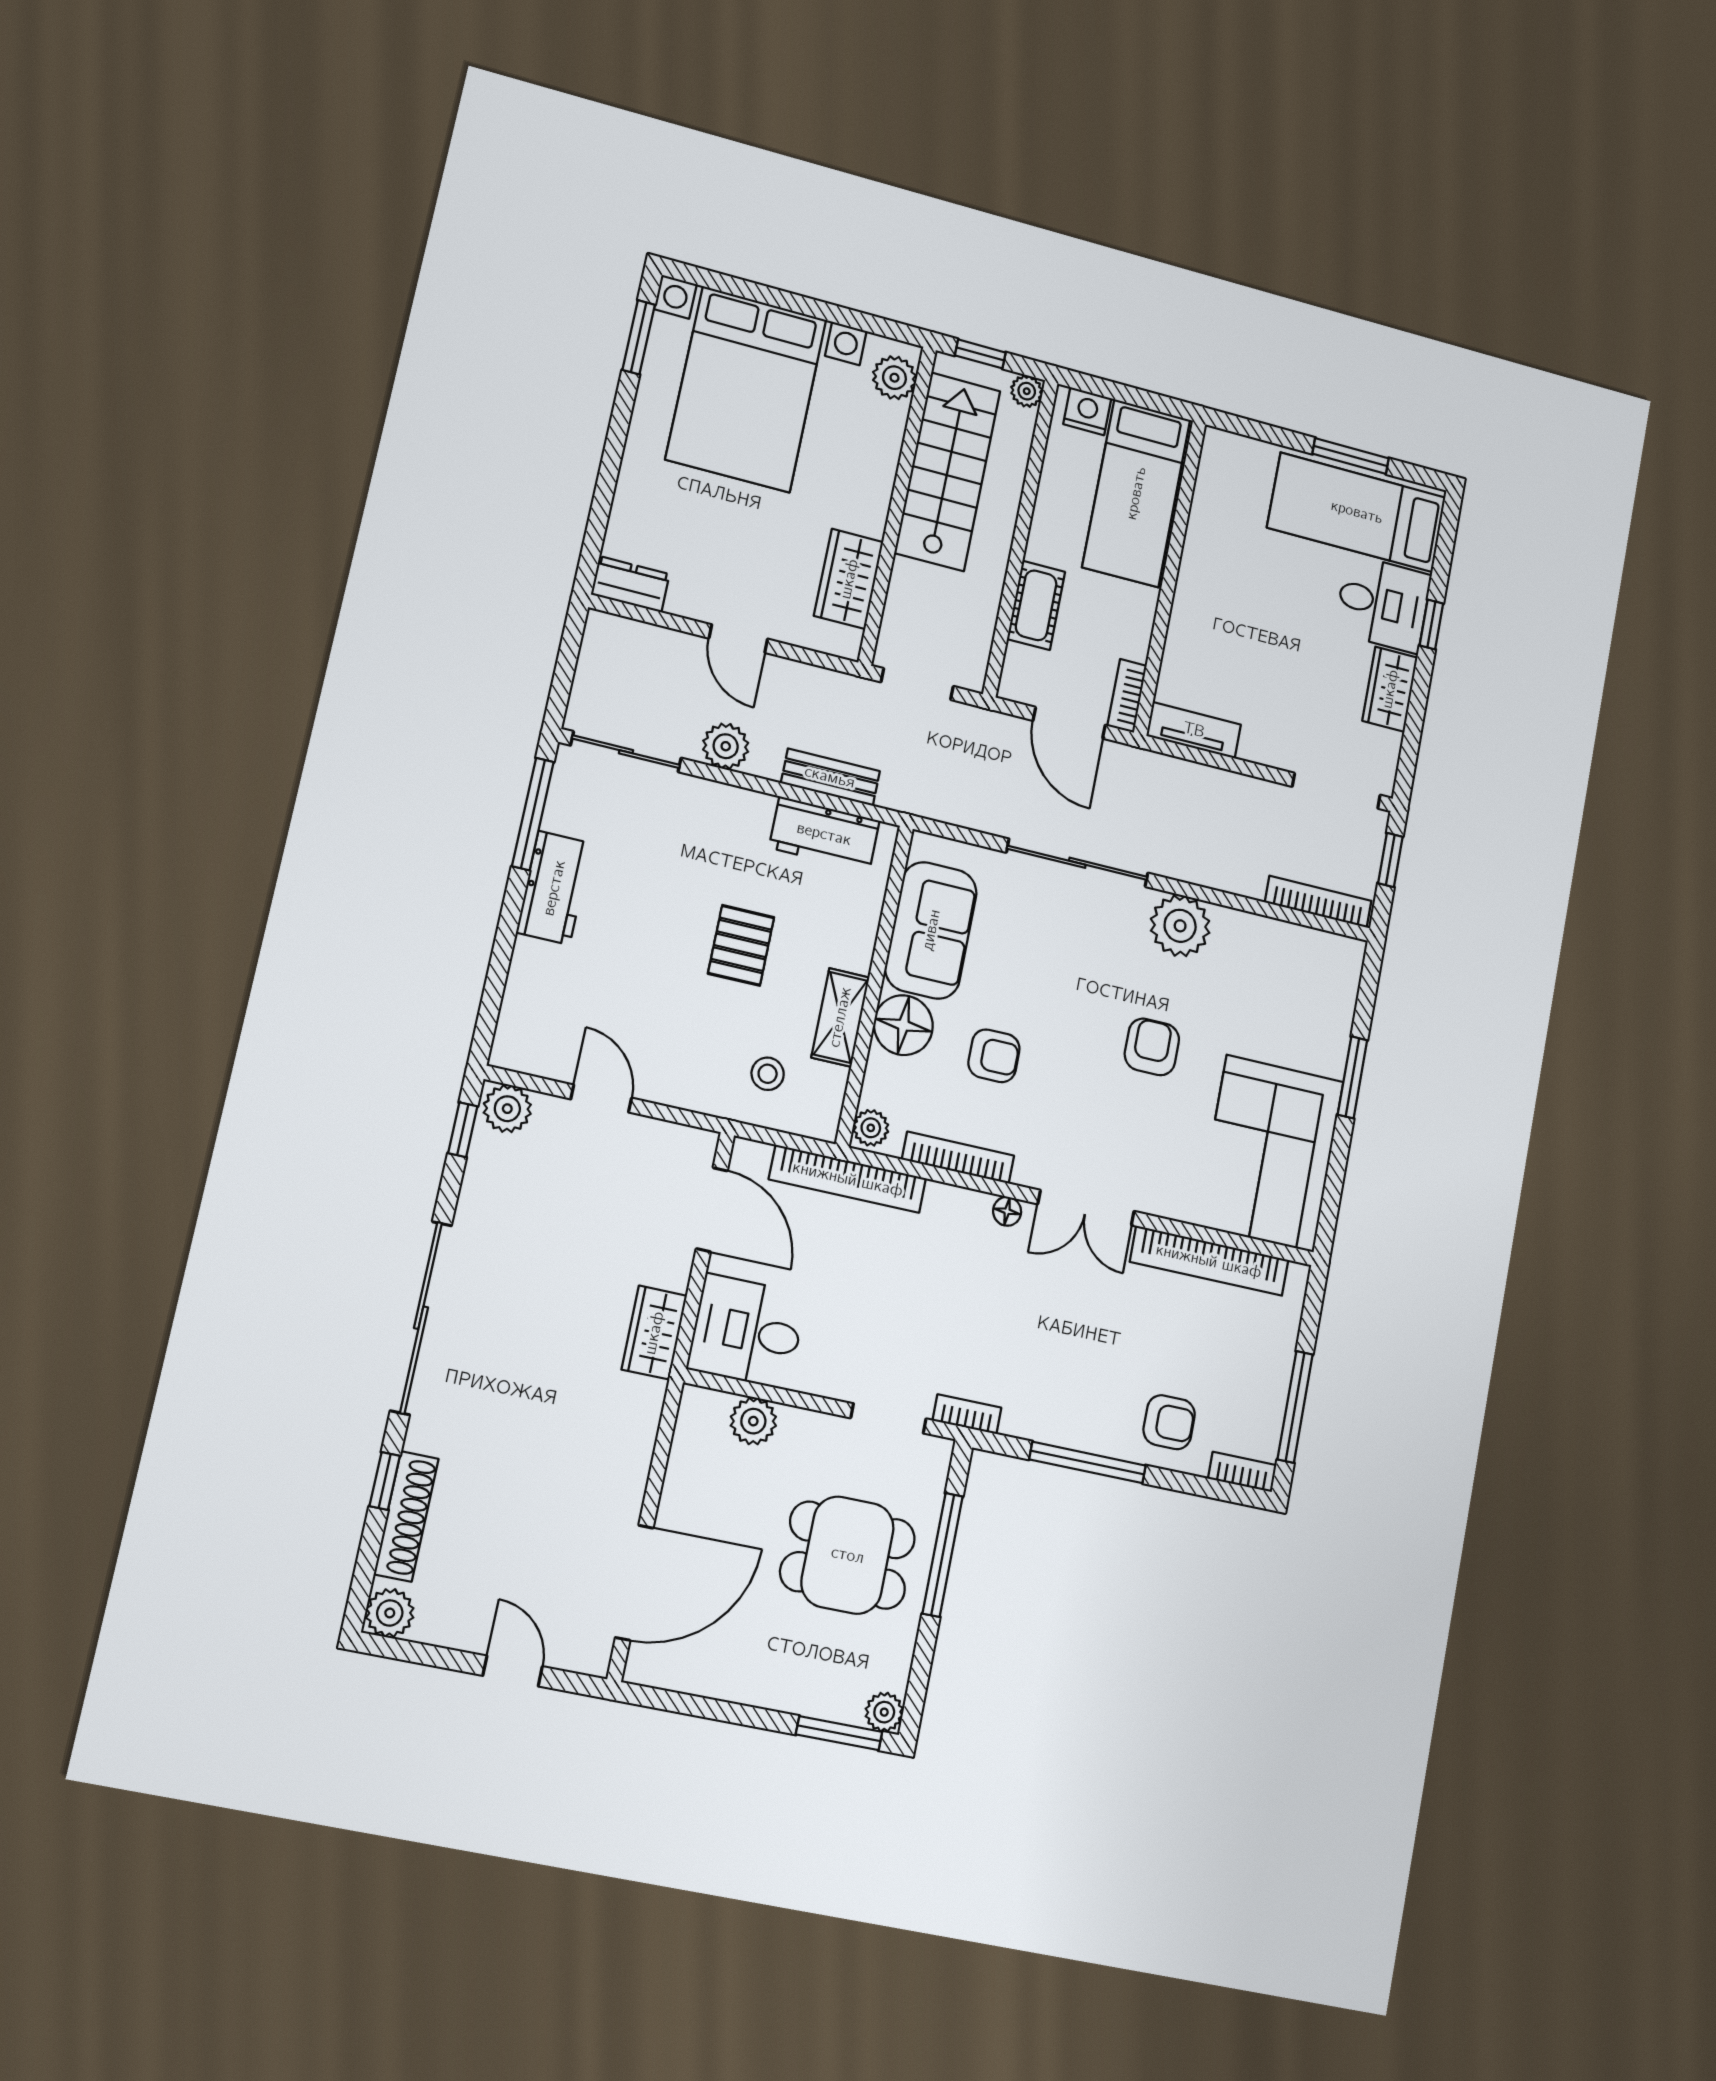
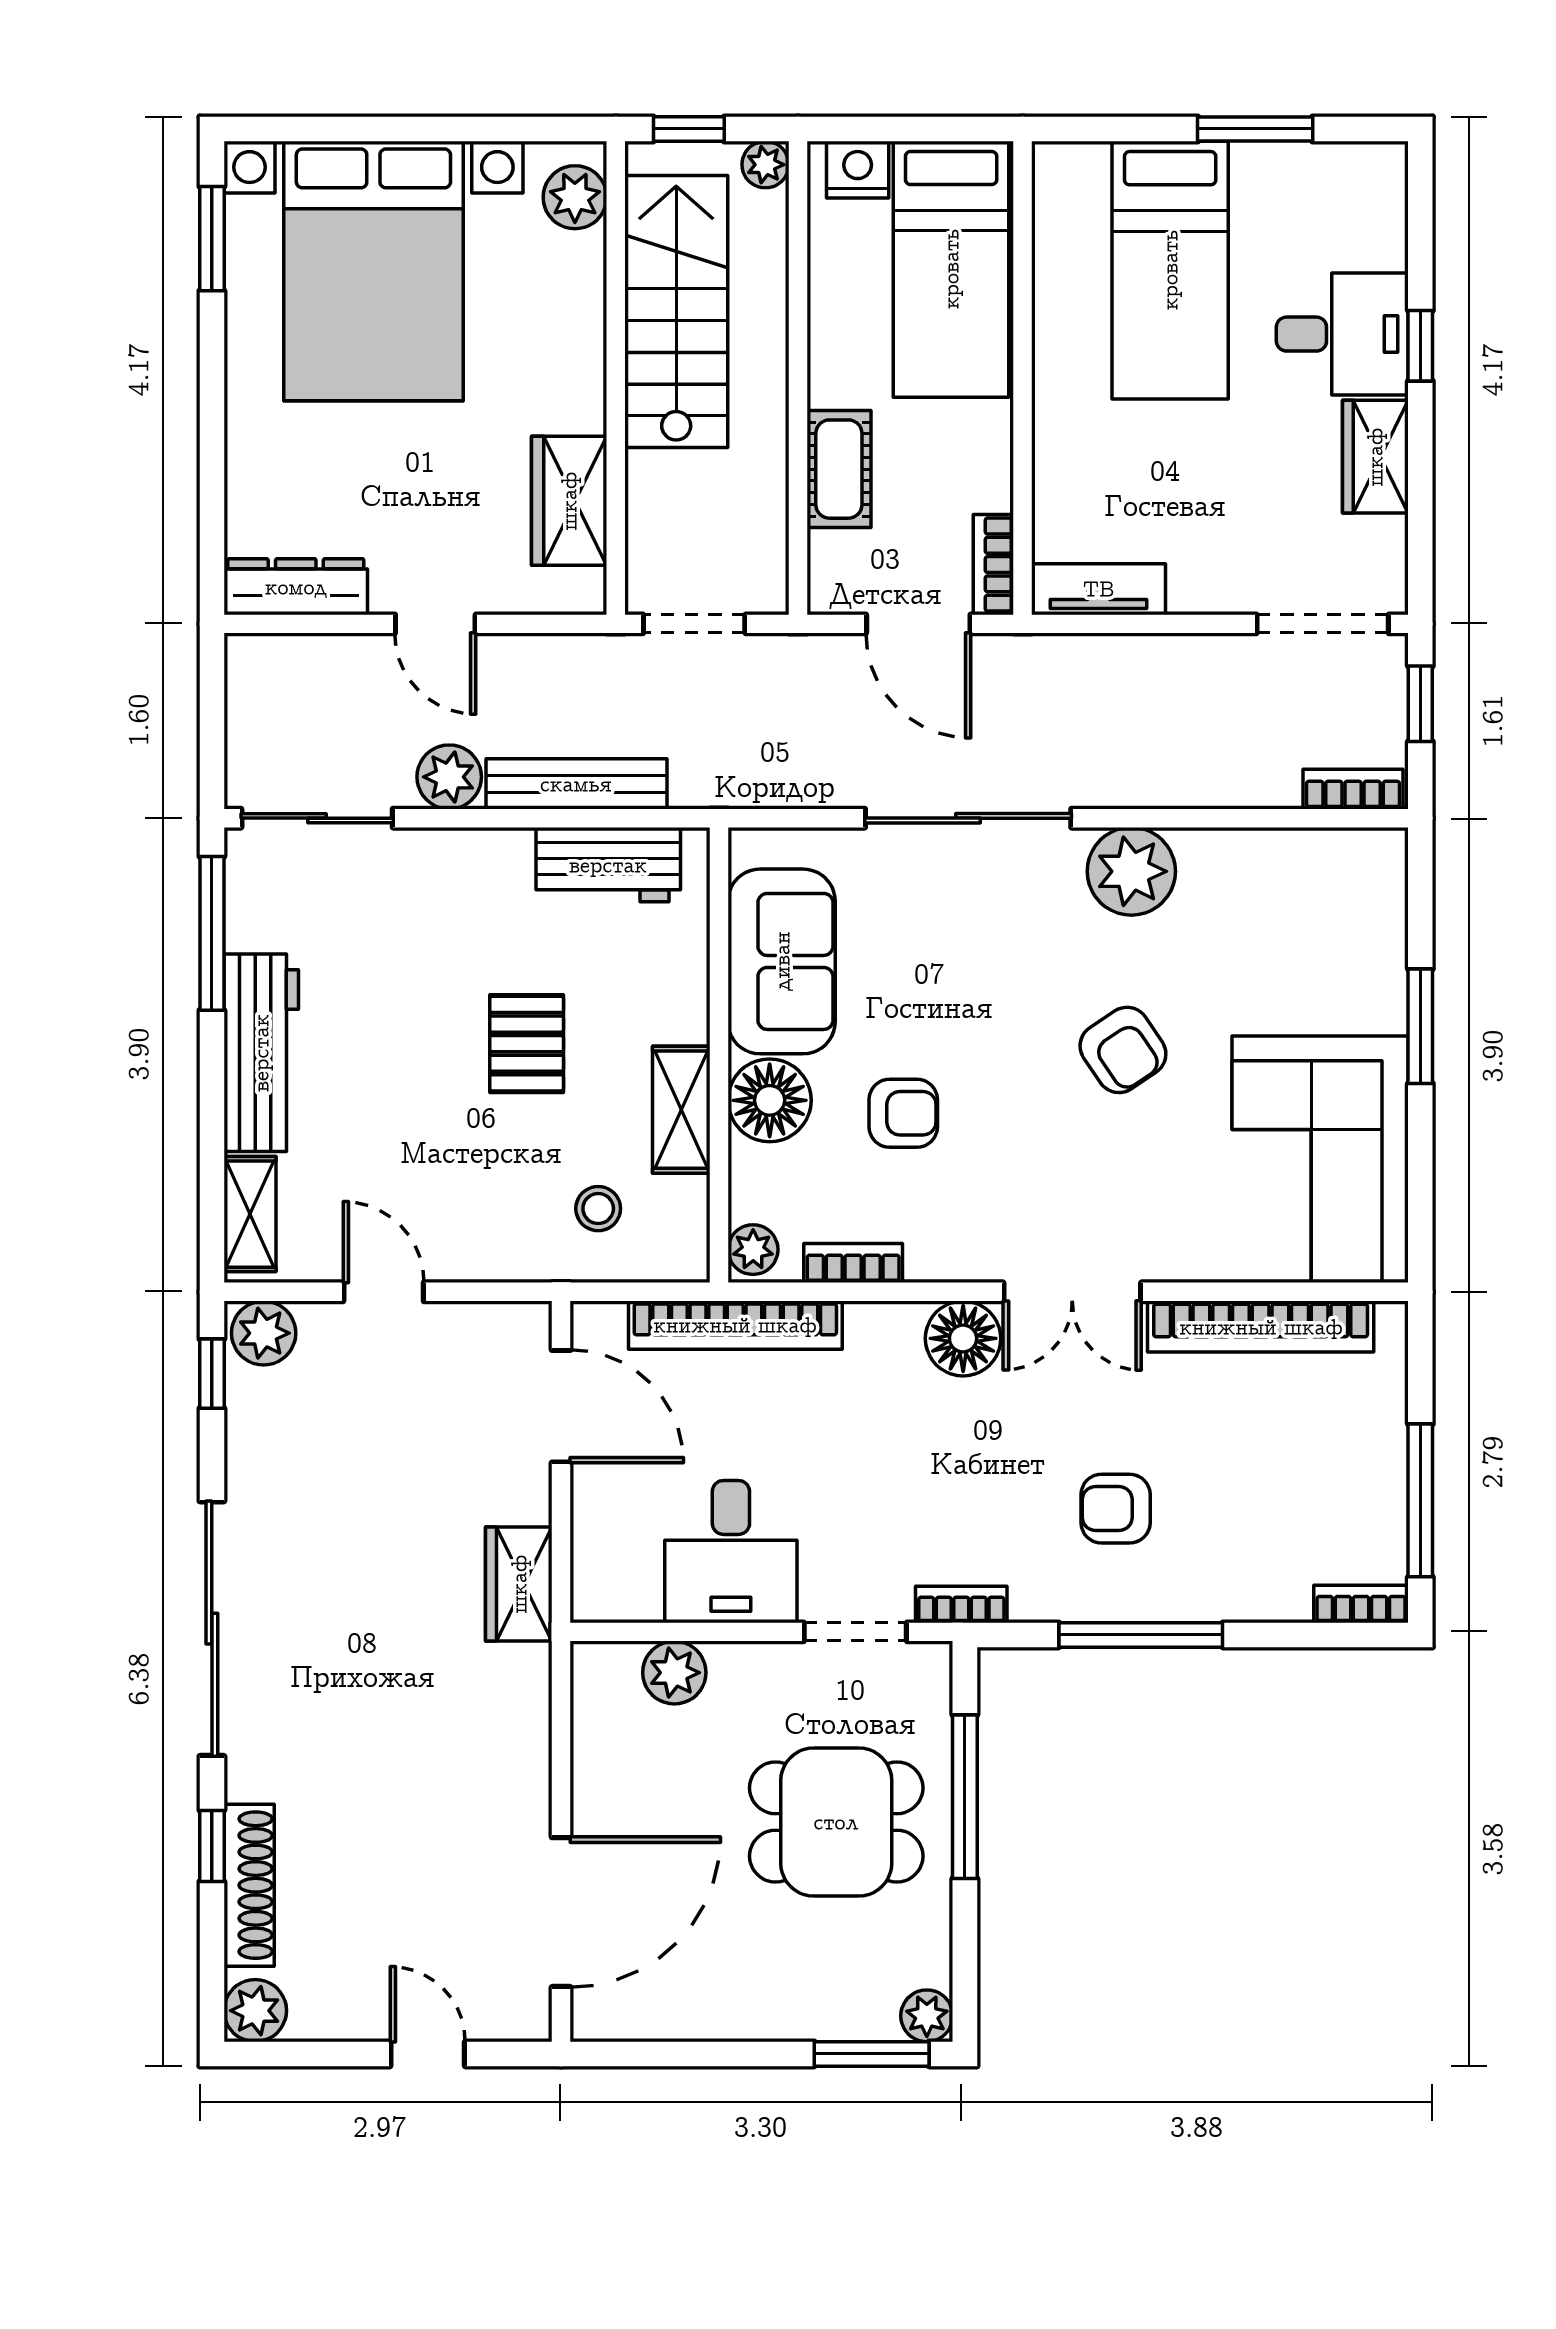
bed: (1357, 512) -> (1170, 270), moved, turned -90
dresser: (630, 584) -> (296, 587), width x1.44
bench: (830, 777) -> (576, 784), width x1.36
workbench: (554, 888) -> (261, 1053), width x1.38
bookcase: (1318, 902) -> (1353, 789), width x0.64
shelving: (516, 1020) -> (250, 1214), added
armchair: (1152, 1047) -> (1123, 1050), turned 146
bookcase: (958, 1158) -> (853, 1263), width x0.64
floor lamp: (1007, 1211) -> (963, 1338), width x1.89, depth x1.89
desk: (747, 1331) -> (731, 1552), moved, turned -90
armchair: (1169, 1422) -> (1116, 1509), moved, turned 180

